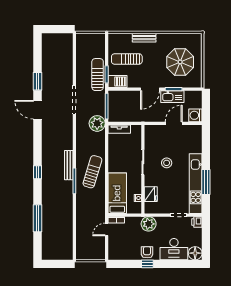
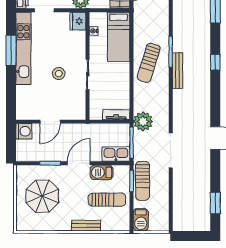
barbecue: (99, 42) -> (141, 220), added
window: (38, 81) -> (215, 203), moved
barbecue: (117, 81) -> (102, 172), moved
kitchen sink: (172, 97) -> (116, 154), moved
fridge: (151, 194) -> (78, 21), moved

